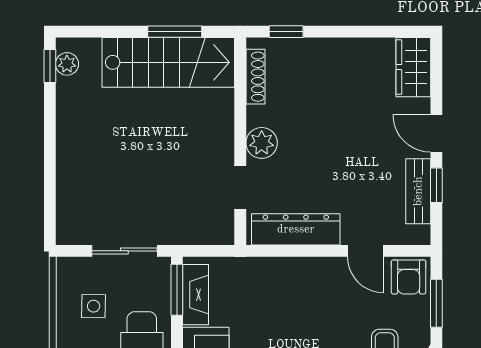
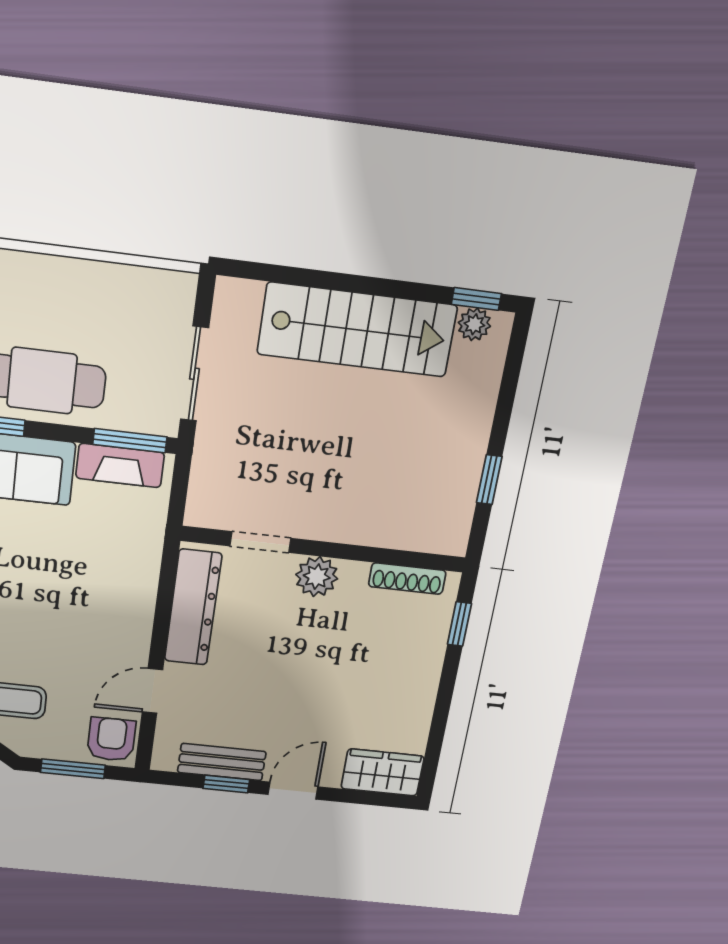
window: (175, 32) -> (489, 480), width x0.67
stairs: (168, 62) -> (357, 330), moved, turned -90
armchair: (409, 277) -> (111, 739), turned 90
side table: (94, 306) -> (120, 320), removed

